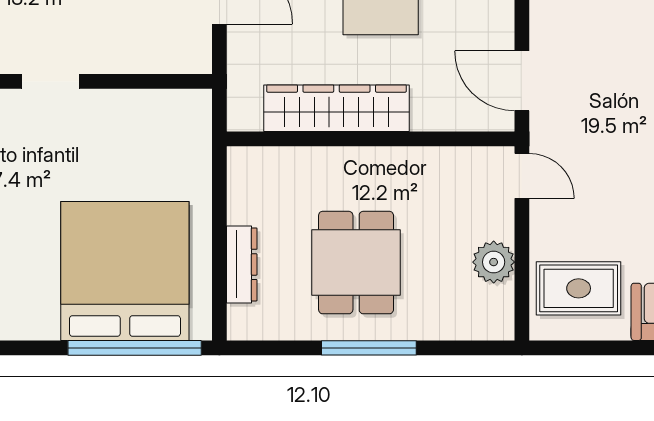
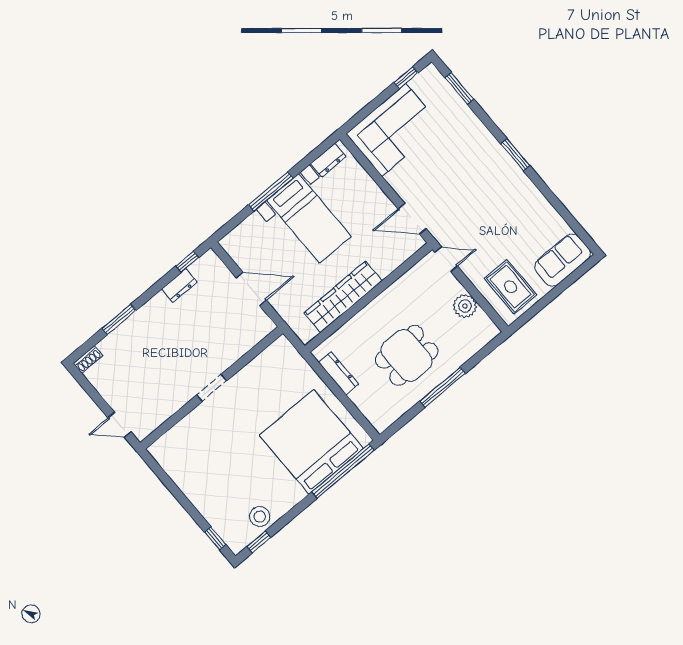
dining table: (356, 263) -> (407, 356), turned 90
dresser: (242, 264) -> (339, 373), moved
rug: (579, 288) -> (511, 287), turned 90

